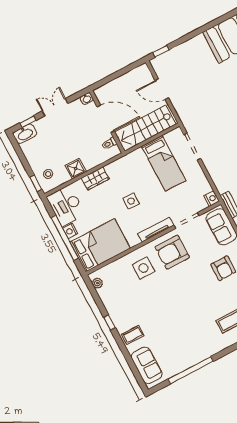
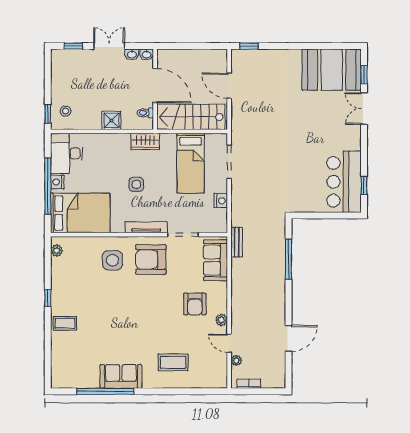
washbasin: (25, 134) -> (132, 54), moved, width x0.52, depth x0.69
shower: (76, 168) -> (111, 120), moved
wardrobe: (95, 178) -> (145, 141), moved
nightstand: (212, 199) -> (221, 201), moved
sofa: (147, 365) -> (121, 376), moved, turned -90

